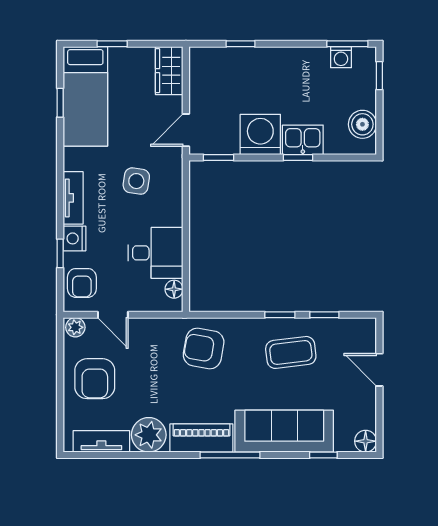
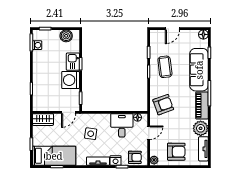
door: (186, 130) -> (69, 112), hinge flipped
door: (113, 315) -> (149, 133), moved
armchair: (204, 348) -> (163, 105), turned -120

